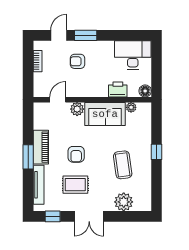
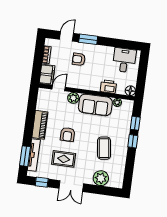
desk: (133, 55) -> (124, 60), width x0.73
filing cabinet: (41, 85) -> (47, 75), added
window: (156, 130) -> (135, 123), added
window: (28, 157) -> (25, 156), moved

